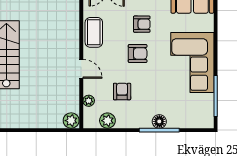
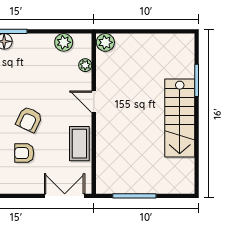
armchair: (138, 53) -> (29, 119), turned -65
armchair: (122, 92) -> (47, 76), removed

